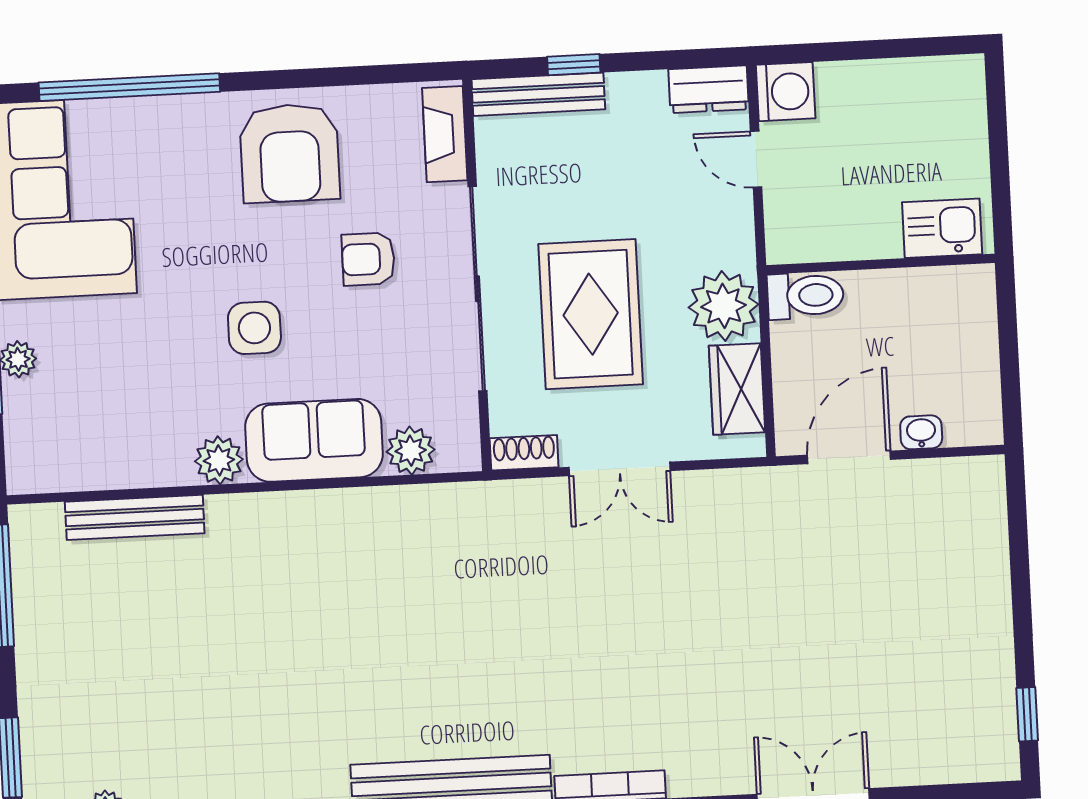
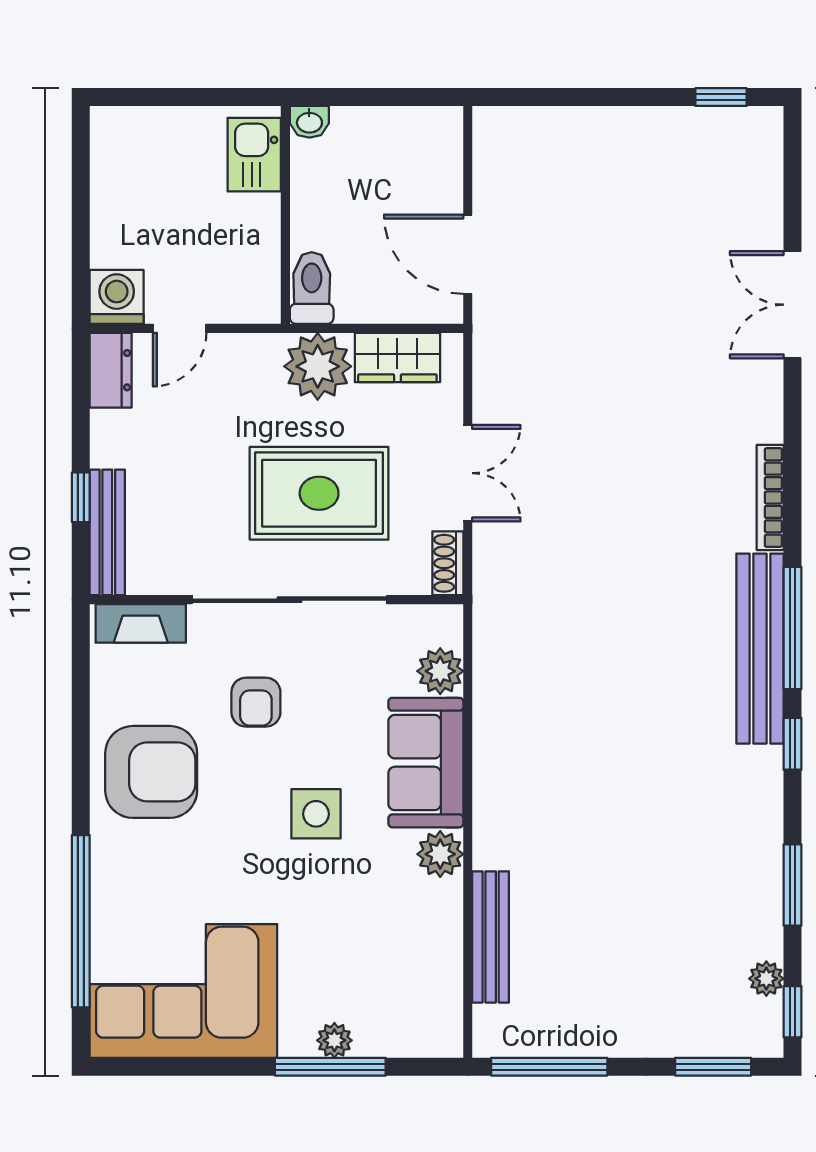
washbasin: (921, 432) -> (309, 122), moved, turned -90

